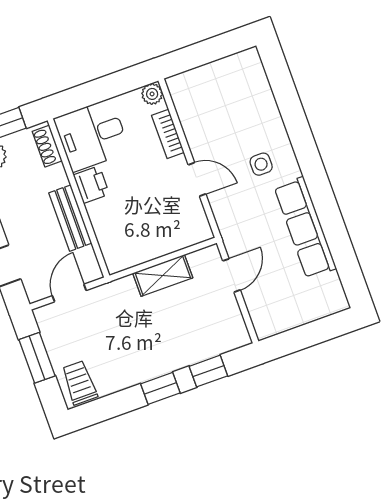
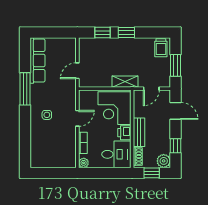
door: (197, 179) -> (77, 118), swing flipped
window: (324, 201) -> (25, 89), added
bench: (70, 218) -> (139, 132), moved
corner desk: (129, 227) -> (115, 108), added
row of seats: (305, 228) -> (38, 60), moved
shelving: (163, 275) -> (125, 82), moved

